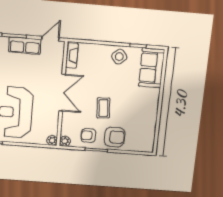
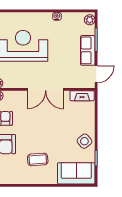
door: (50, 39) -> (96, 74), hinge flipped
coffee table: (103, 108) -> (38, 159), moved

